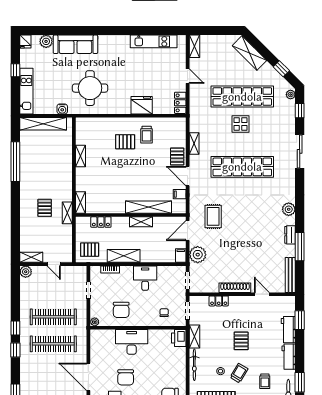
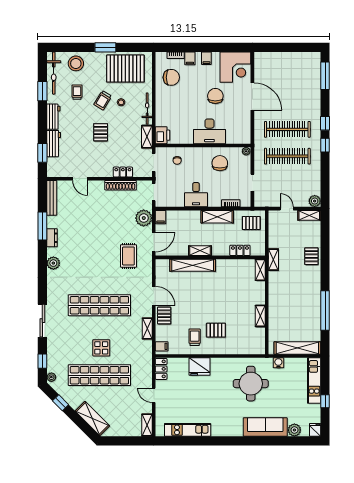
filing cabinet: (180, 194) -> (162, 346), moved
pallet: (45, 208) -> (311, 256), moved
shoe rack: (235, 288) -> (121, 185), moved

